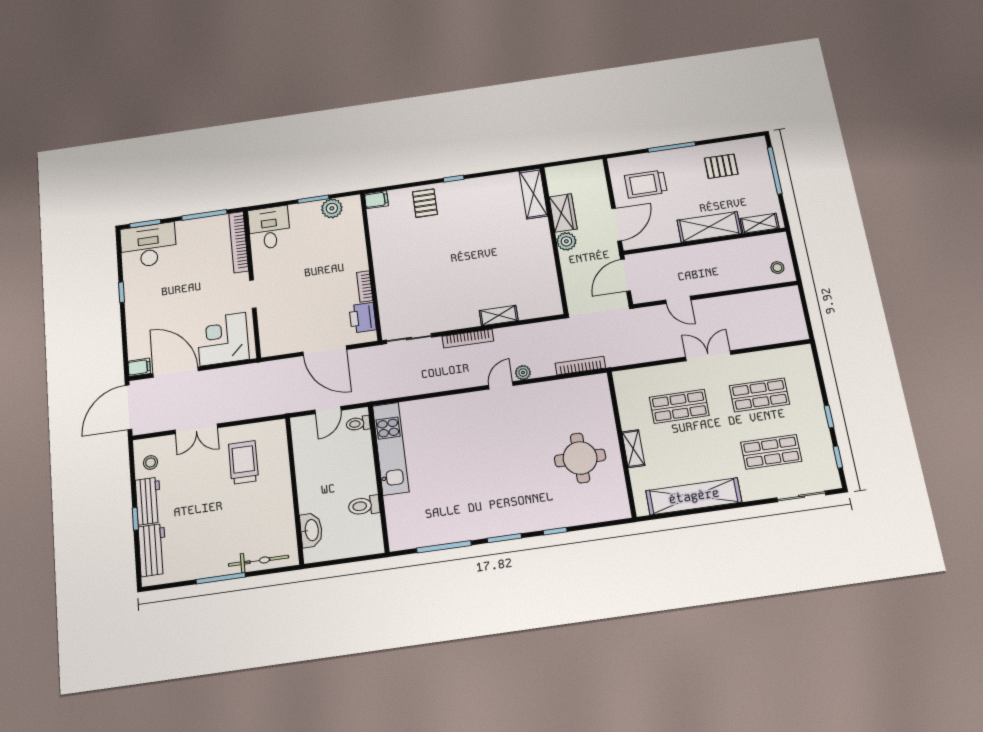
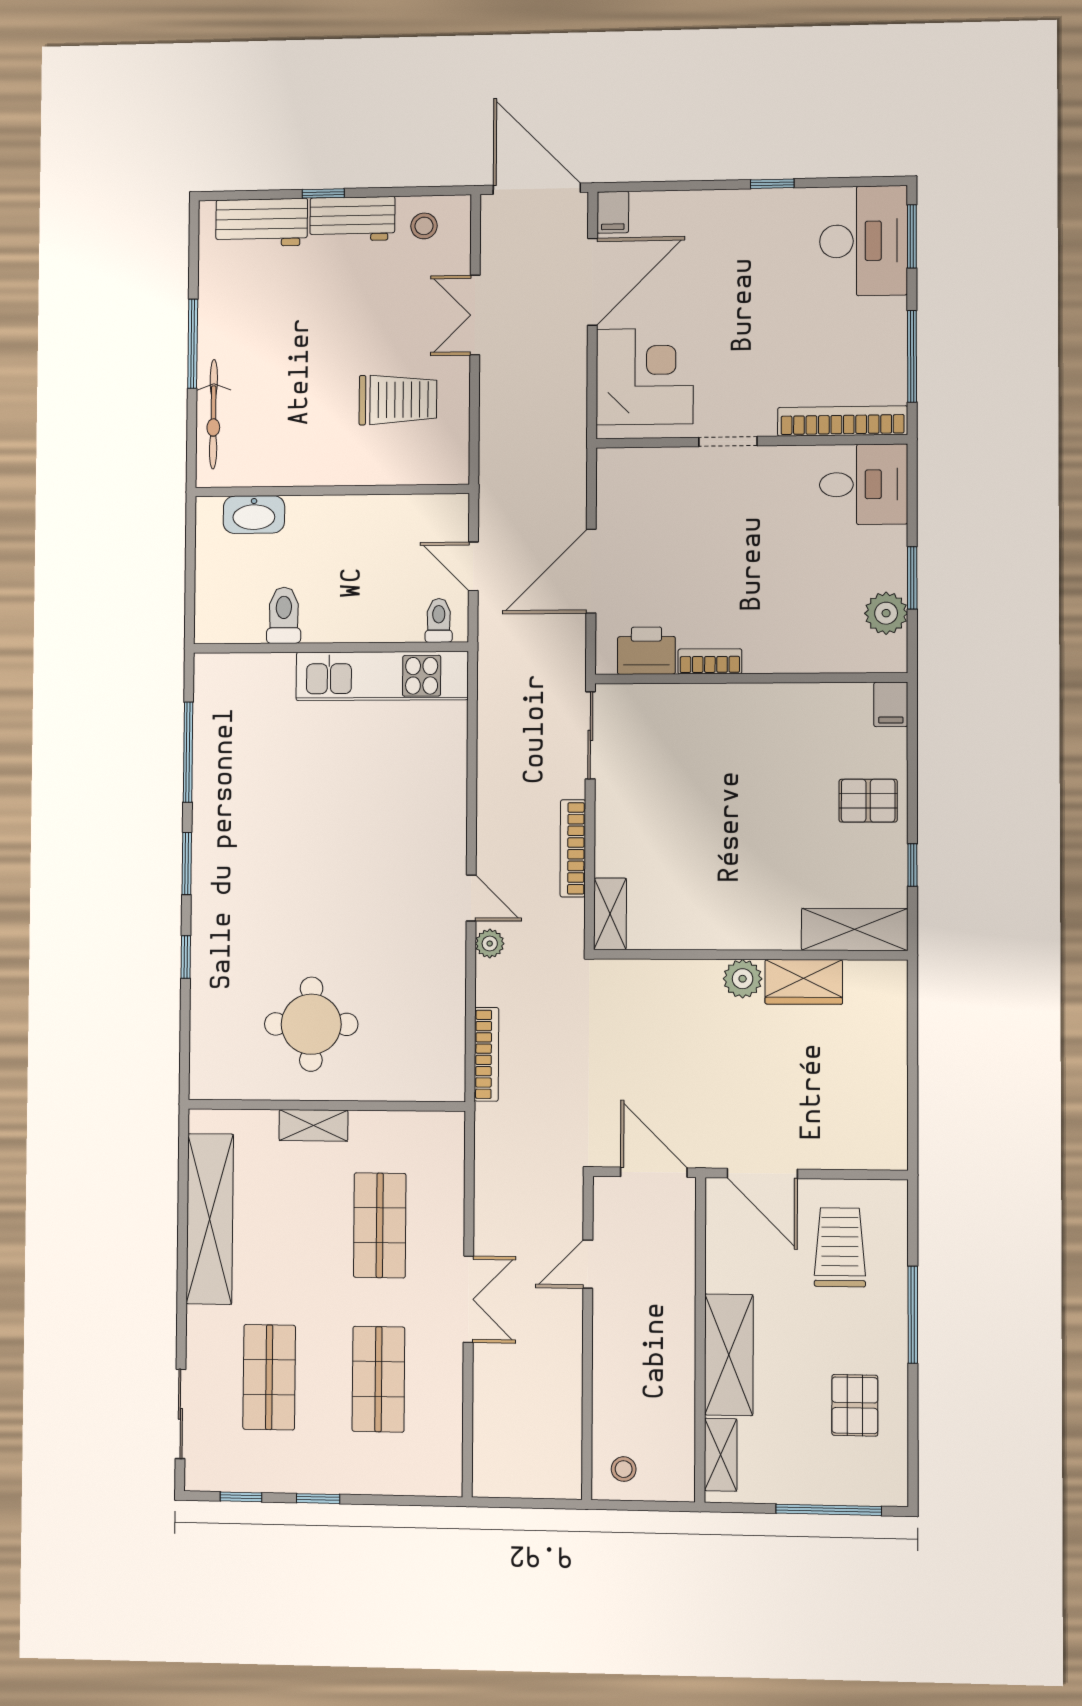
shelving: (533, 194) -> (855, 929), moved
wardrobe: (563, 213) -> (804, 982), moved
wall: (554, 240) -> (750, 955), moved
plant: (566, 241) -> (743, 979), moved

